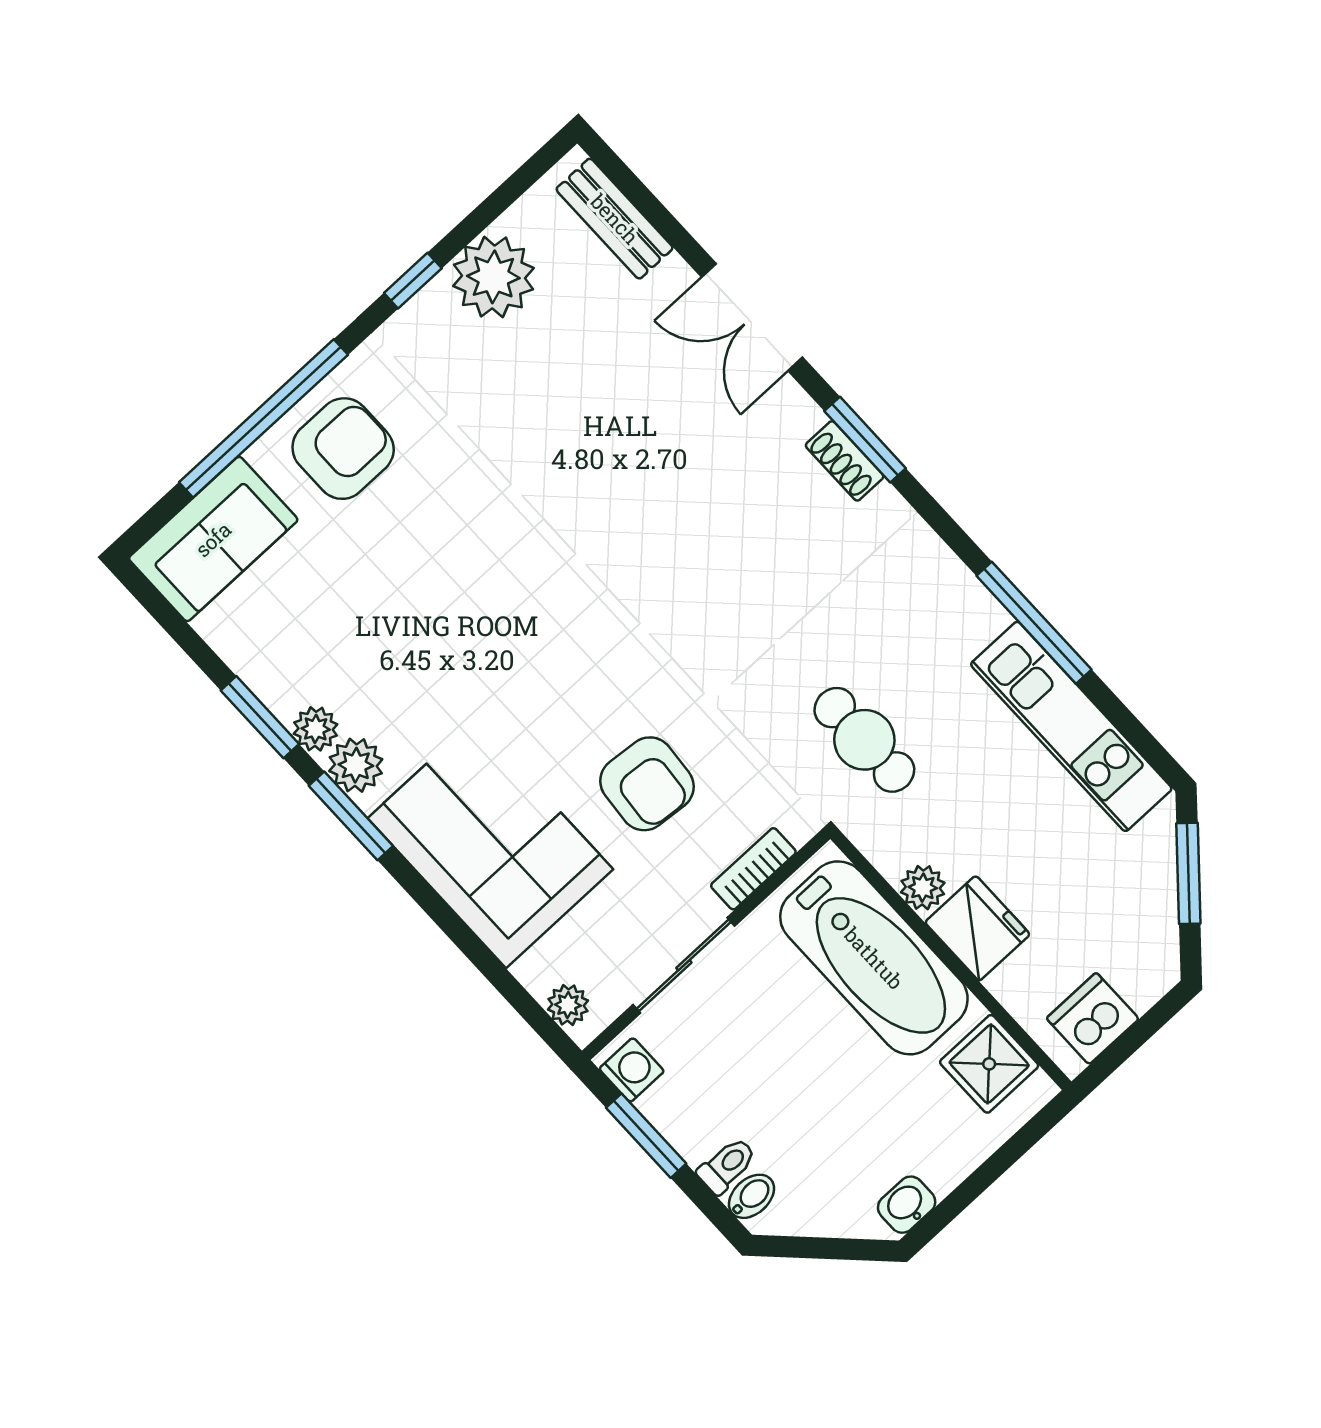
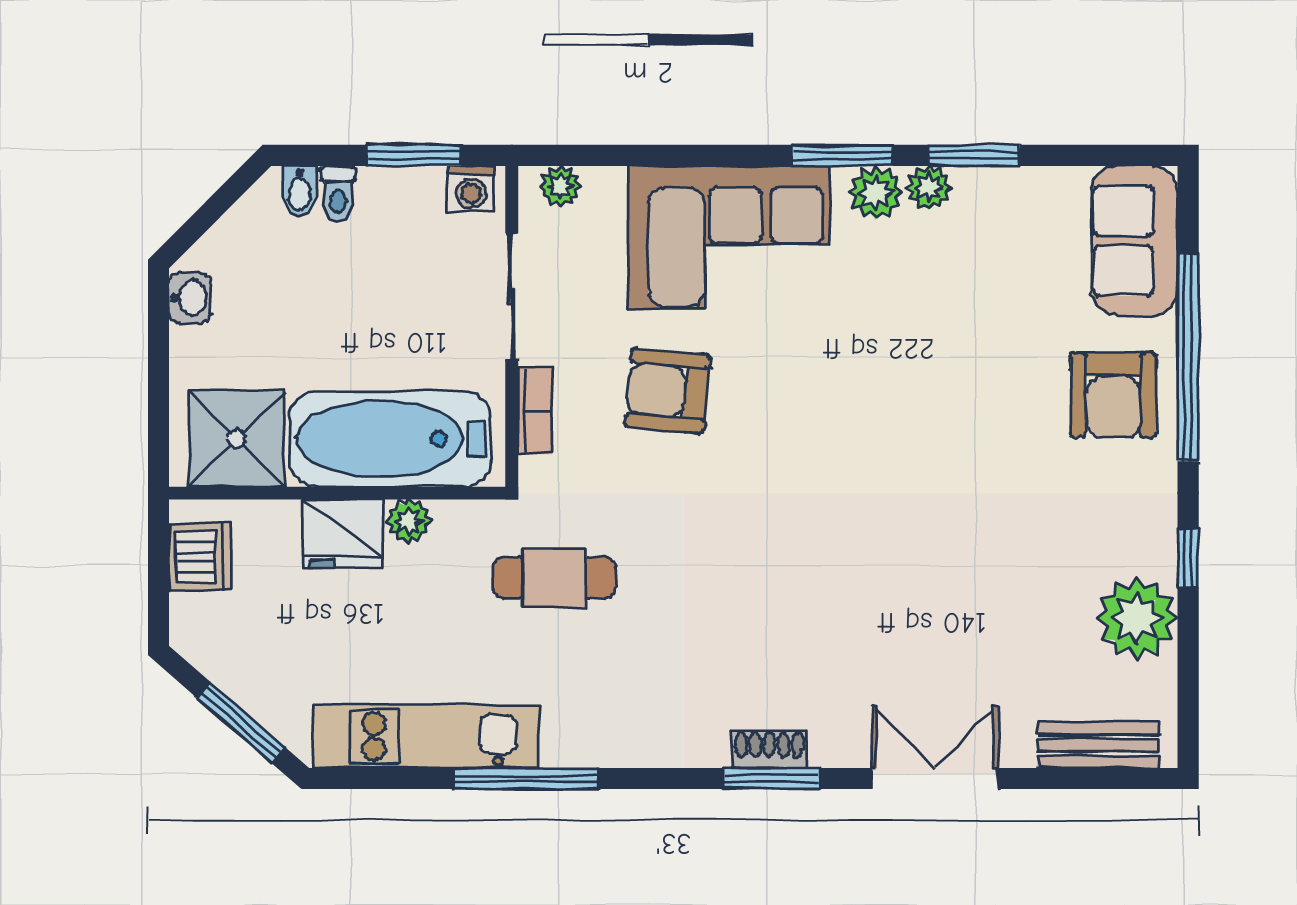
shower: (989, 1064) -> (237, 439), width x1.36, depth x1.36

